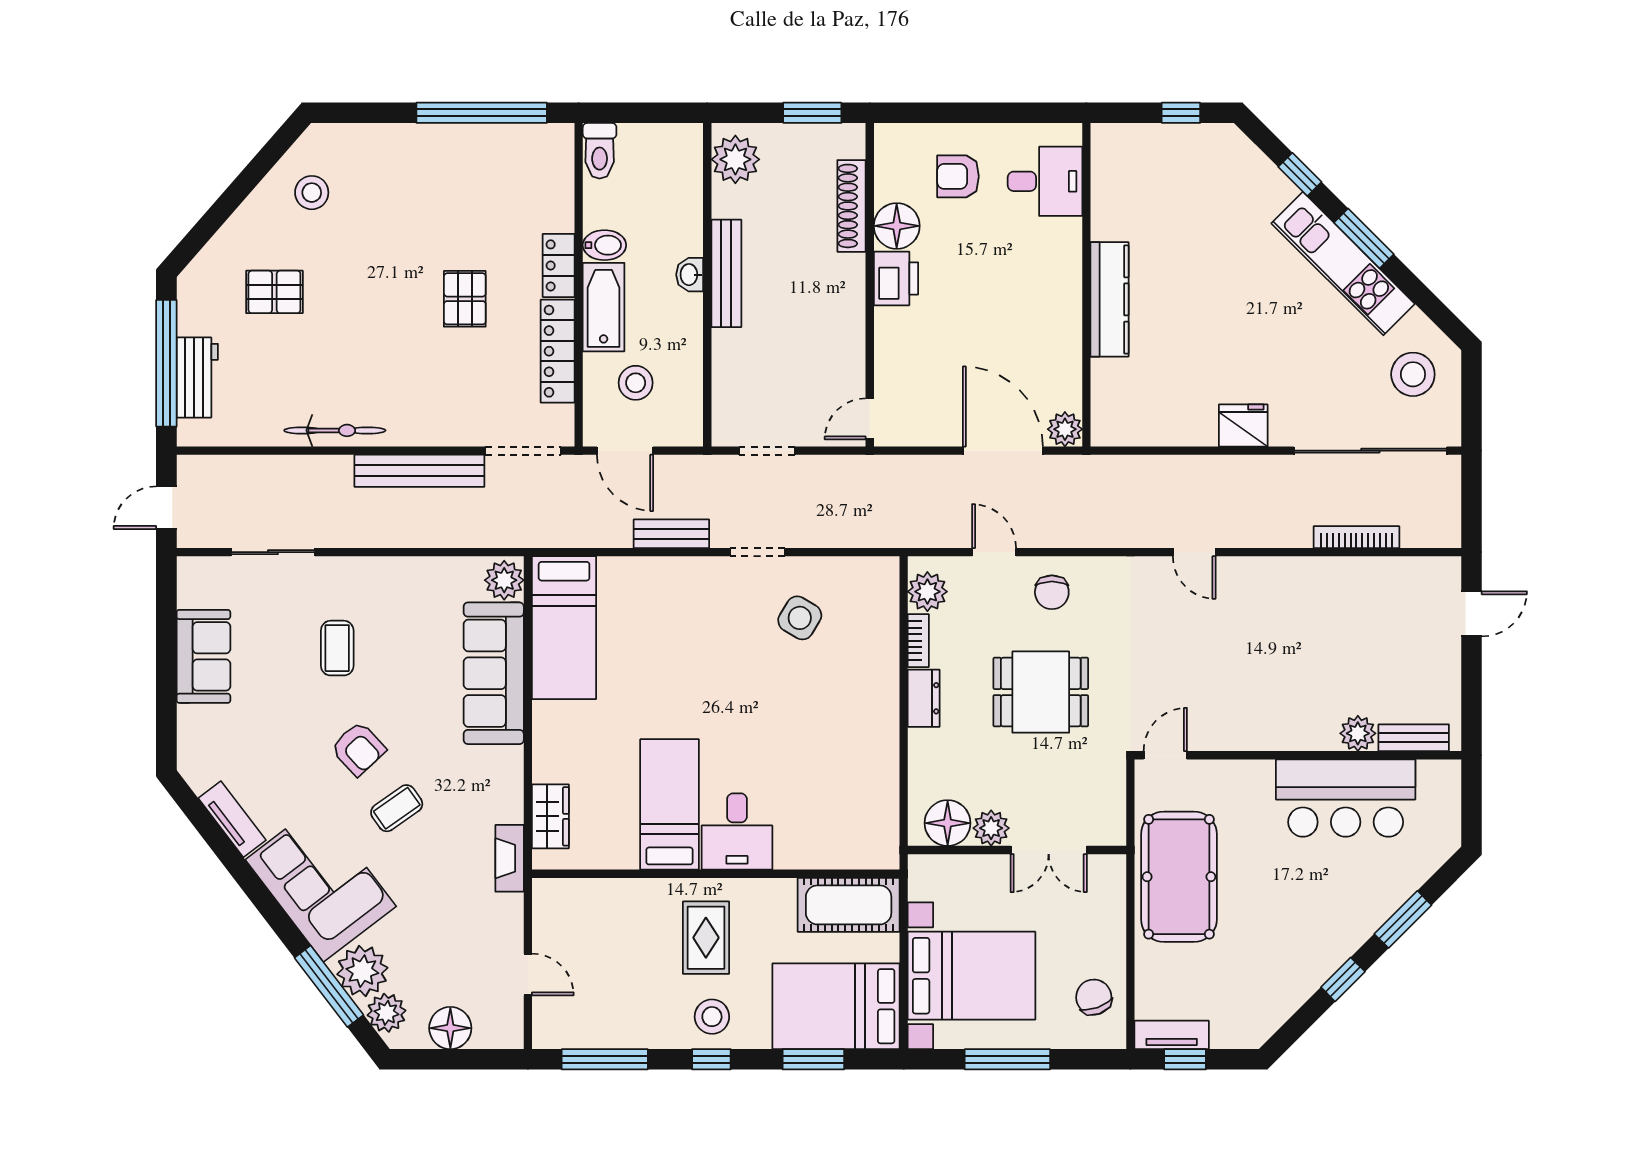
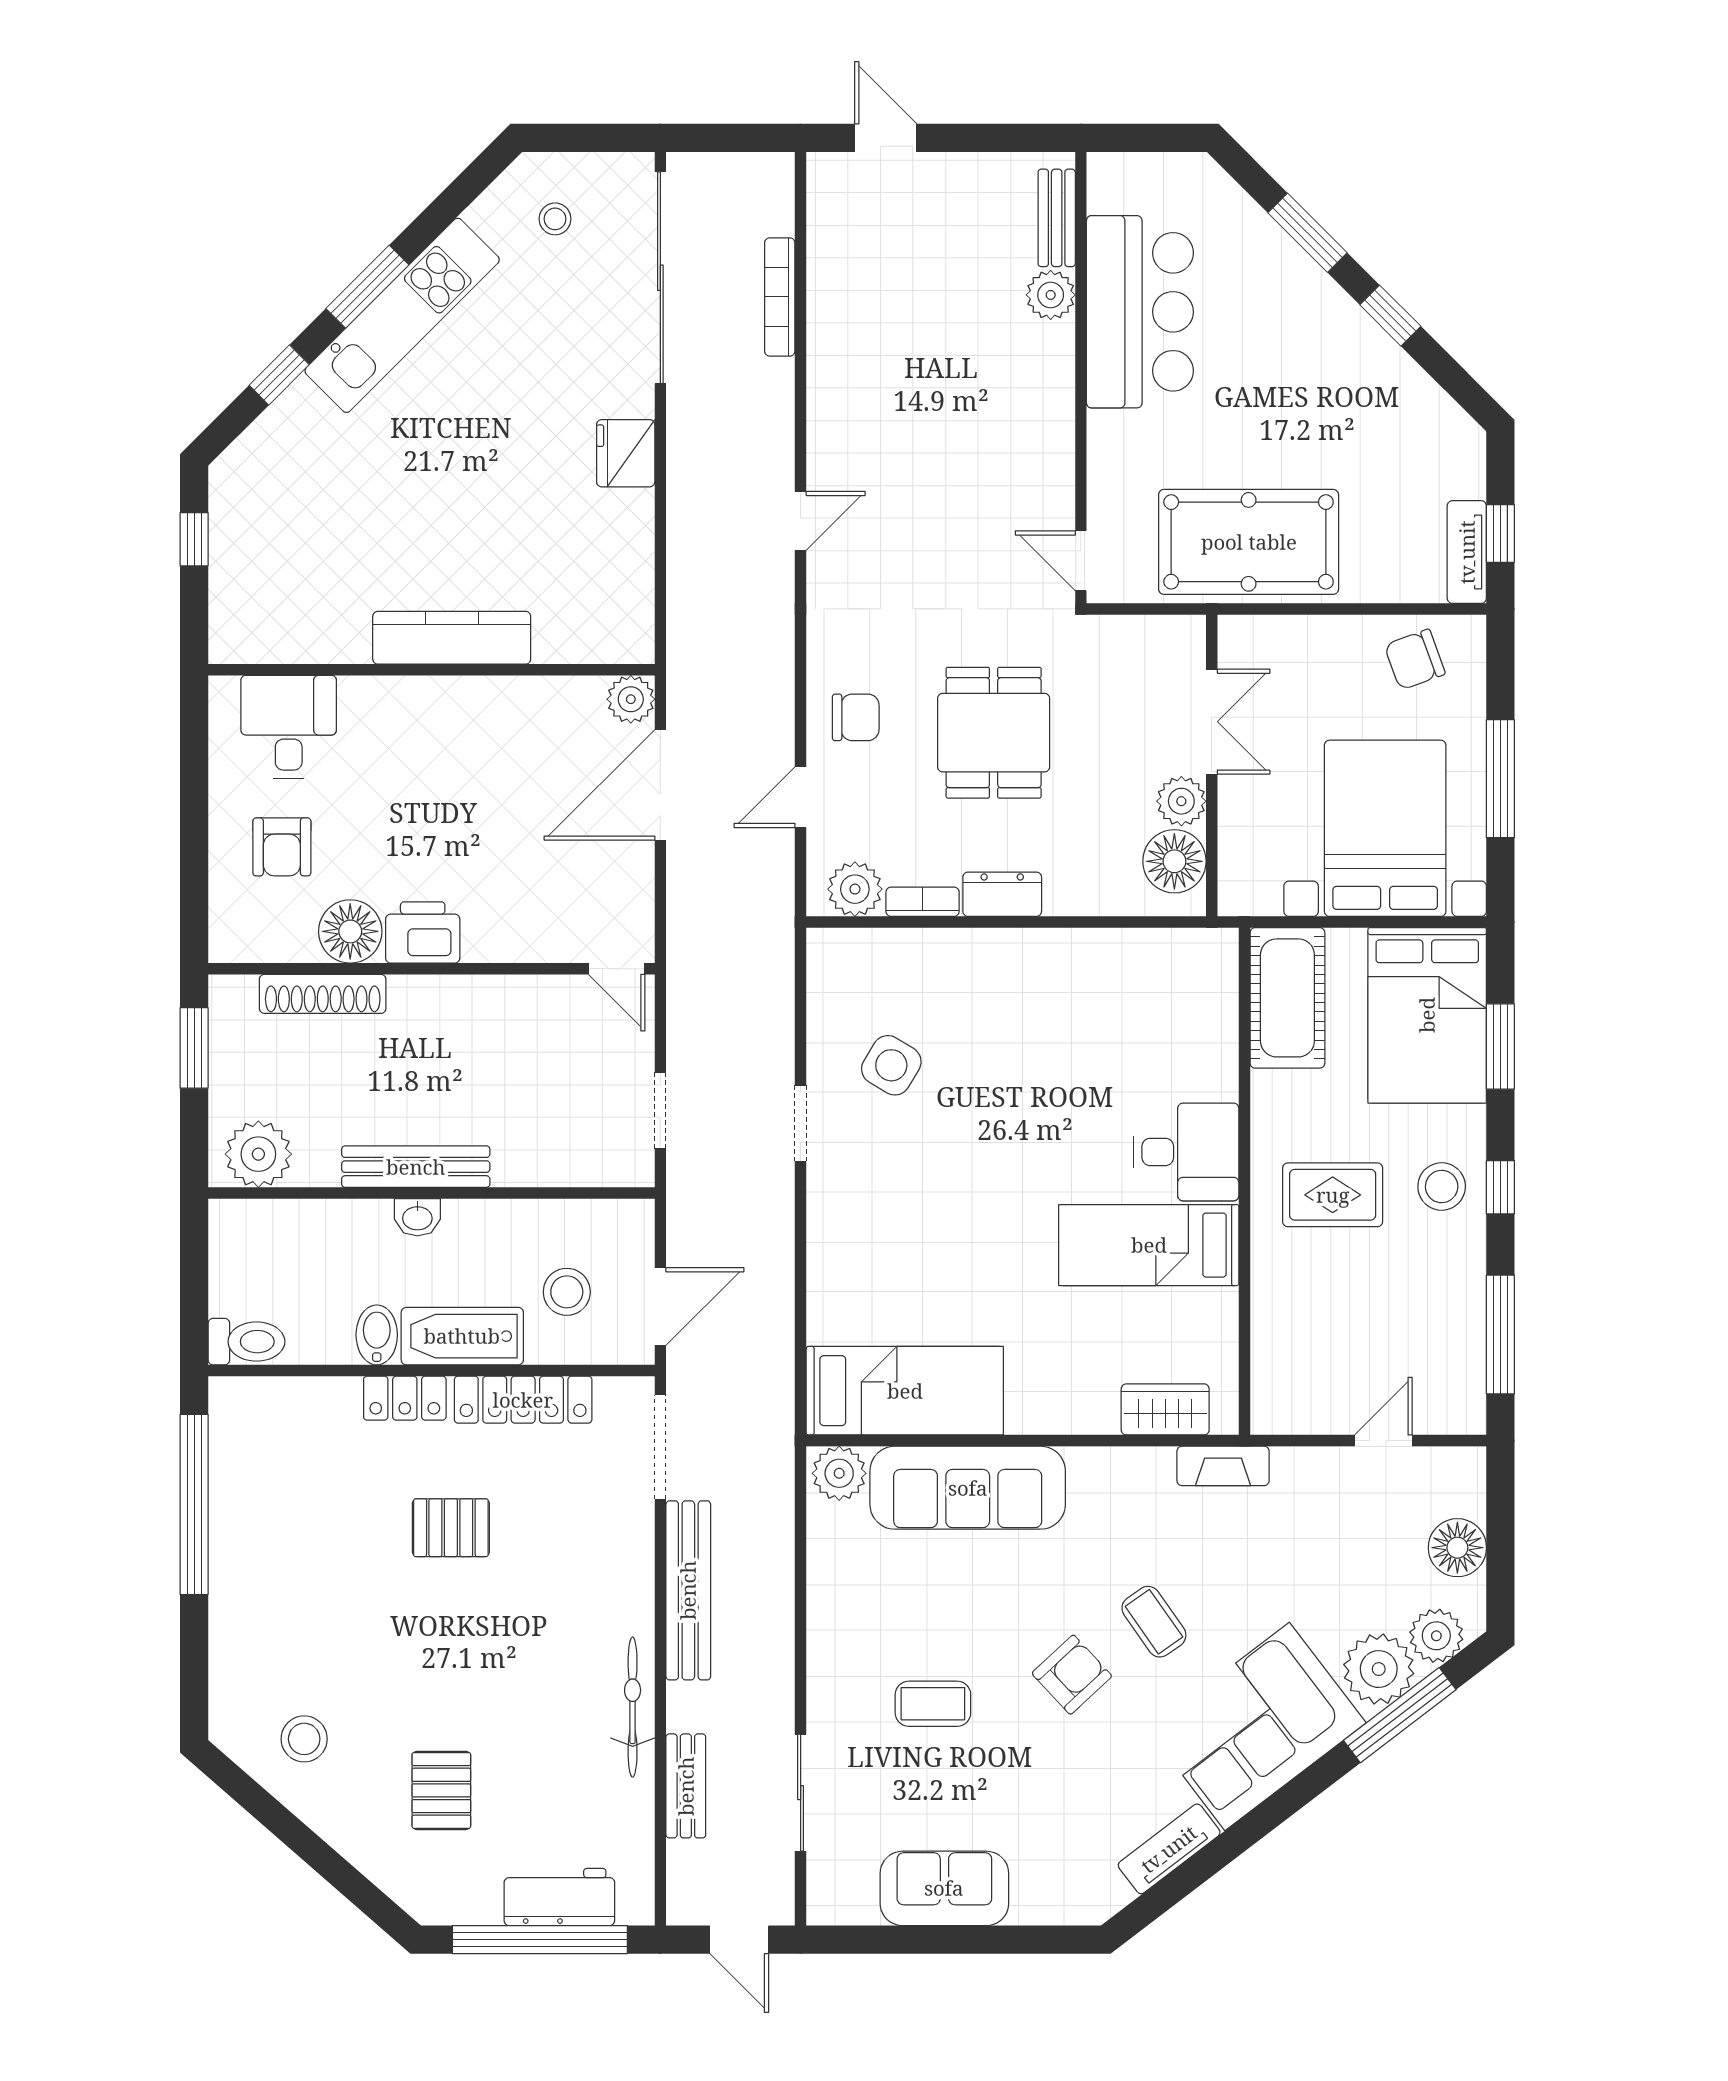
stool: (1413, 374) -> (555, 219), width x0.53, depth x0.53
bench: (671, 534) -> (686, 1786), moved

